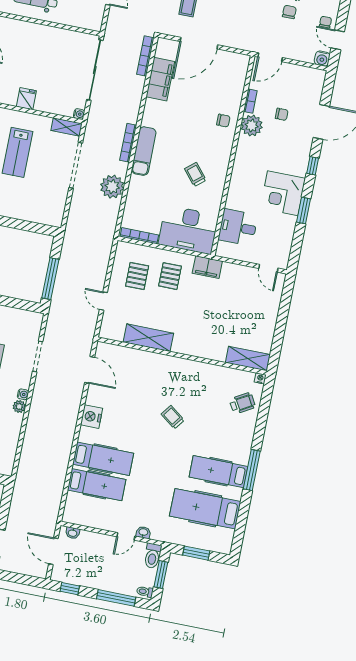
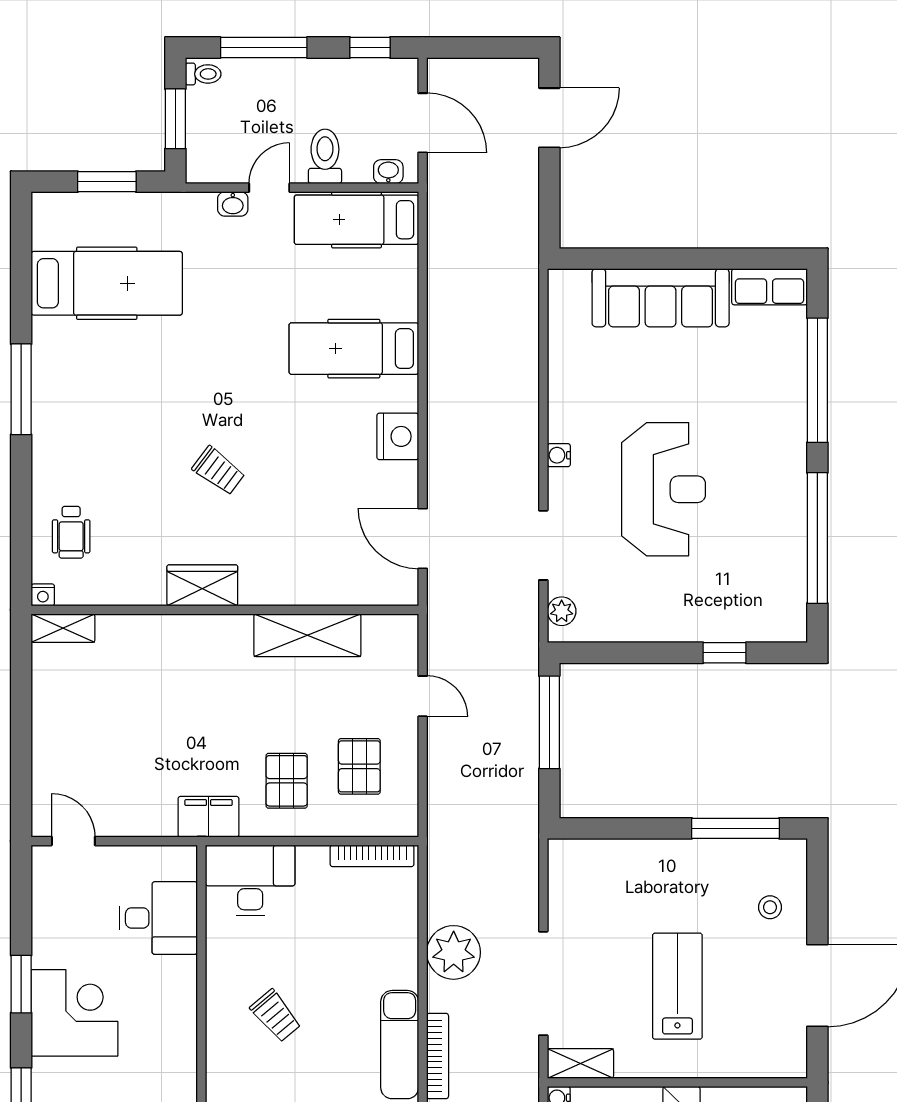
desk: (188, 230) -> (250, 880), width x0.73, depth x0.77
shelving: (248, 359) -> (63, 628), width x0.67, depth x0.75
wardrobe: (190, 369) -> (202, 585), added
wheelchair: (242, 403) -> (71, 532), turned -60
plant: (19, 407) -> (562, 611), moved
hospital bed: (219, 472) -> (94, 371), removed
hospital bed: (97, 485) -> (356, 220), moved
toilet: (153, 556) -> (325, 156), moved

